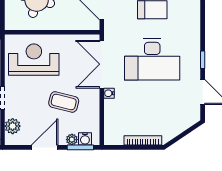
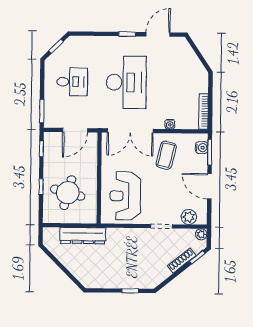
water cooler: (109, 93) -> (170, 124), moved
coffee table: (64, 102) -> (166, 155), moved
plant: (72, 140) -> (202, 160), removed
bookcase: (143, 140) -> (203, 111), moved

